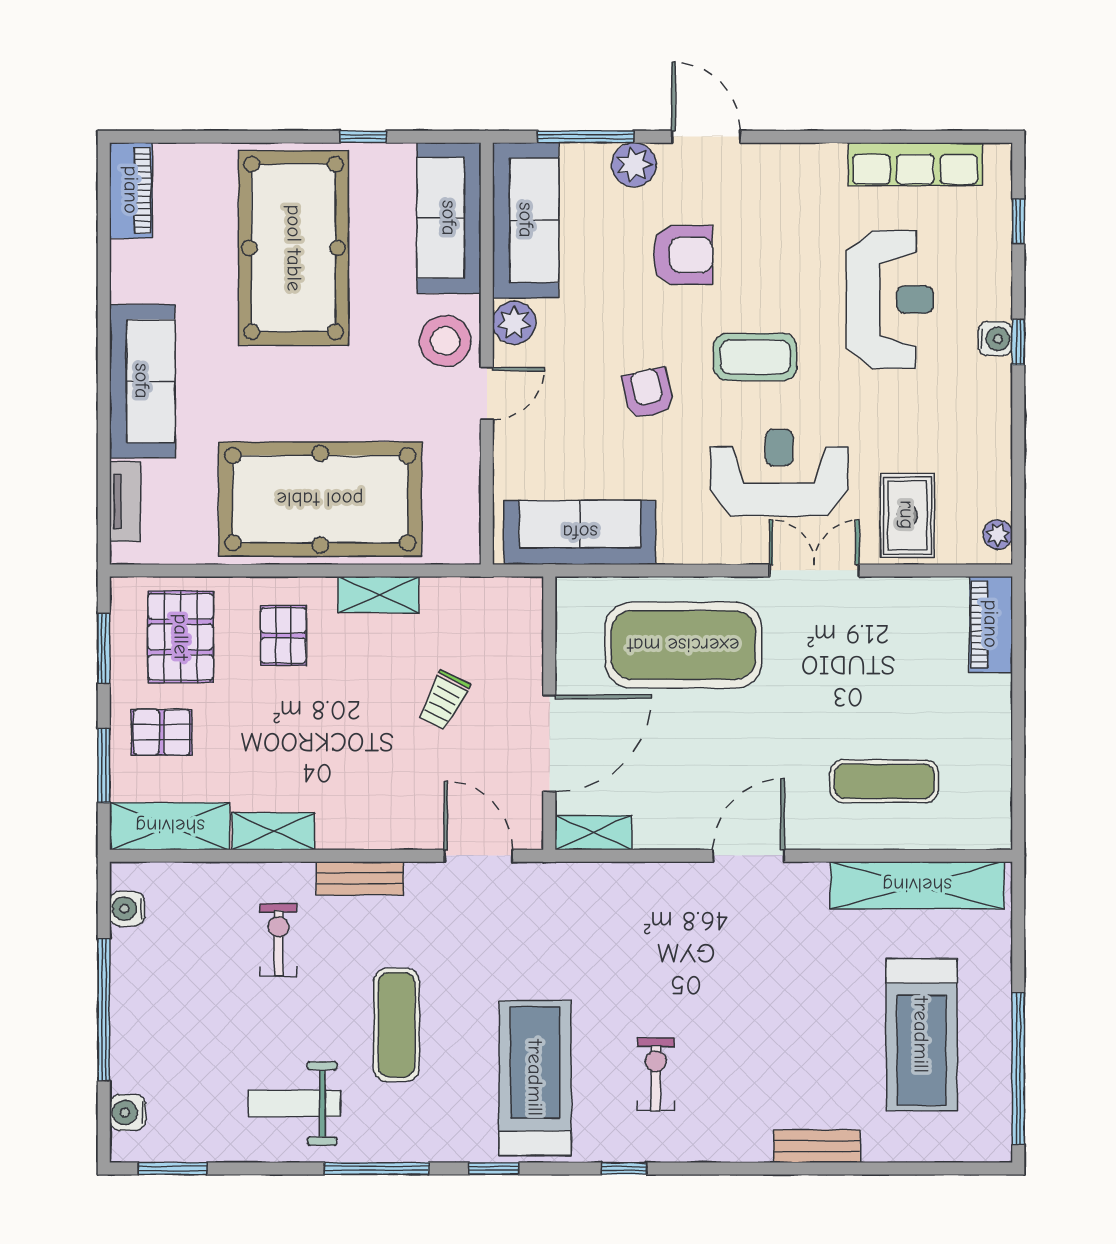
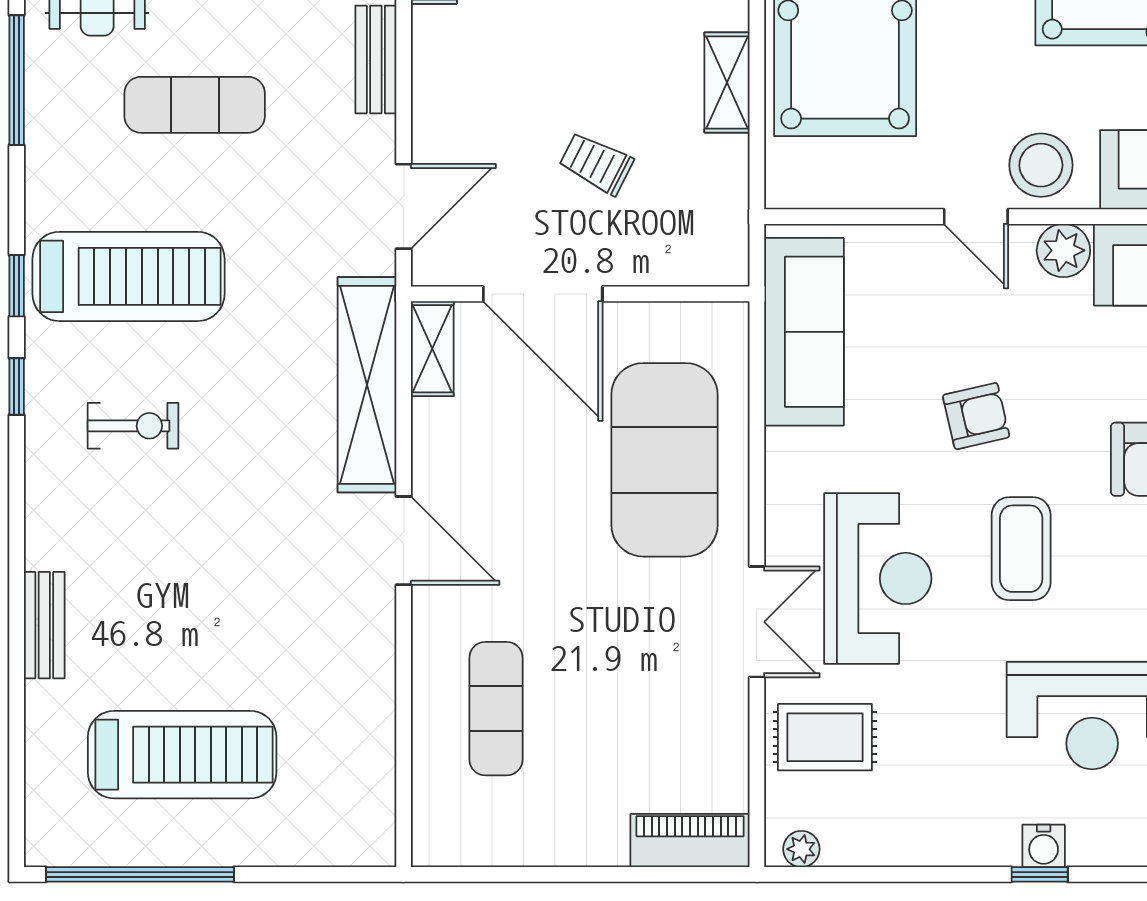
shelving: (917, 885) -> (367, 385), moved
treadmill: (921, 1035) -> (182, 755), turned 180
window: (494, 1168) -> (17, 286), moved

